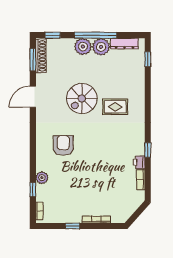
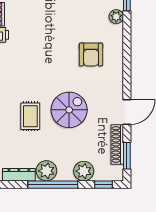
plant: (83, 47) -> (84, 171), moved
shoe rack: (41, 56) -> (117, 144), moved
rug: (115, 107) -> (30, 116), moved, turned 90

